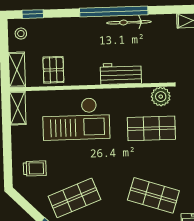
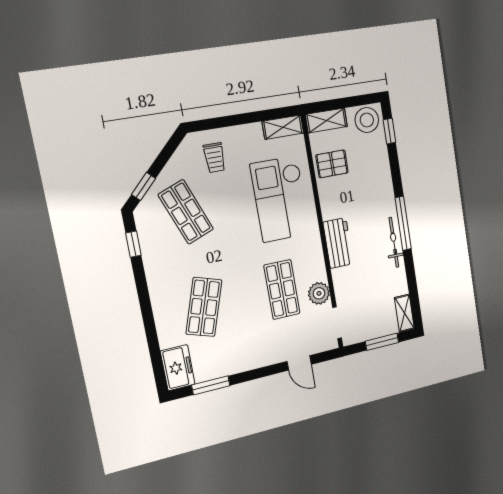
window: (114, 12) -> (403, 223), width x0.68
stool: (21, 34) -> (367, 120), width x1.89, depth x1.89

